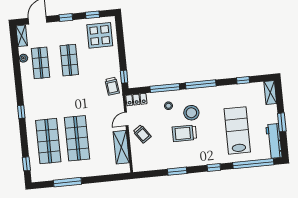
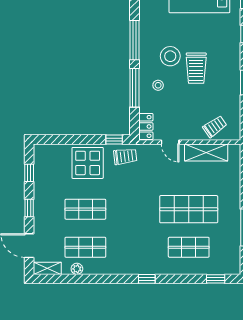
display table: (100, 35) -> (88, 163), moved
trolley: (142, 134) -> (215, 127), moved
shop shelf: (48, 141) -> (189, 247), width x0.70, depth x0.74

